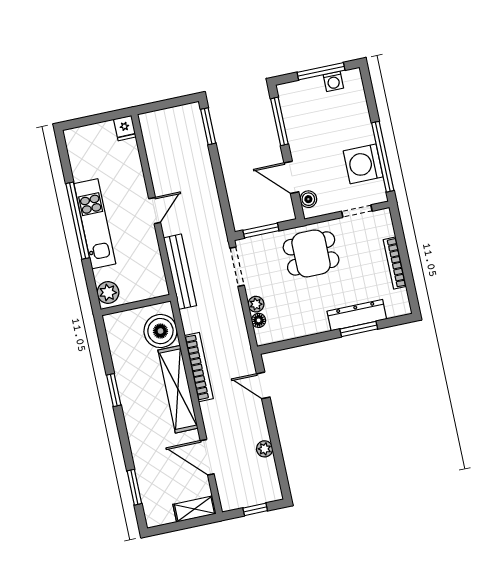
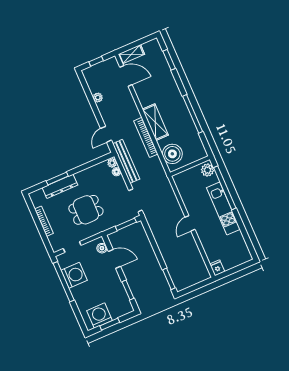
window: (321, 71) -> (110, 324), width x0.69
washing machine: (333, 81) -> (99, 316), width x1.89, depth x1.89
window: (279, 121) -> (128, 290), width x0.69
window: (78, 221) -> (225, 188), moved
dining table: (311, 253) -> (86, 210), moved
bench: (180, 272) -> (126, 161), moved
plant: (256, 304) -> (112, 163), moved
door: (263, 385) -> (106, 134), swing flipped
shelving: (178, 389) -> (155, 122), width x0.68
window: (114, 390) -> (193, 114), width x2.11
door: (207, 457) -> (126, 76), moved

